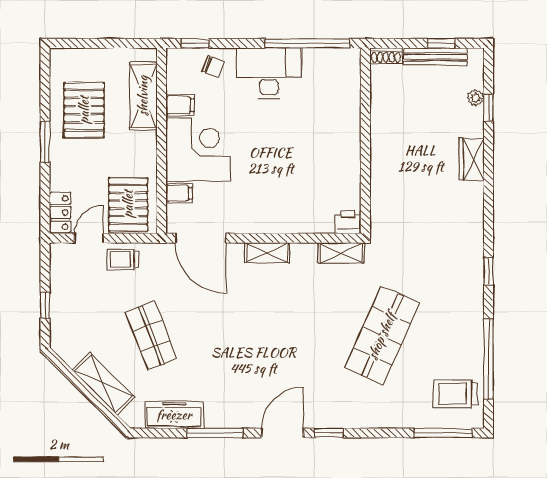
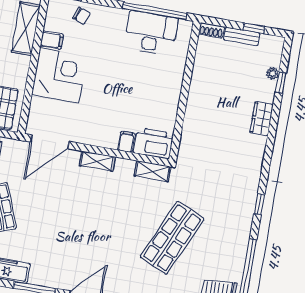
bench: (435, 57) -> (242, 36), width x0.73
desk: (269, 73) -> (151, 33), moved
filing cabinet: (179, 193) -> (126, 142), moved, turned -90
printer: (348, 222) -> (154, 143), width x1.87, depth x1.48
door: (201, 238) -> (50, 142), hinge flipped

